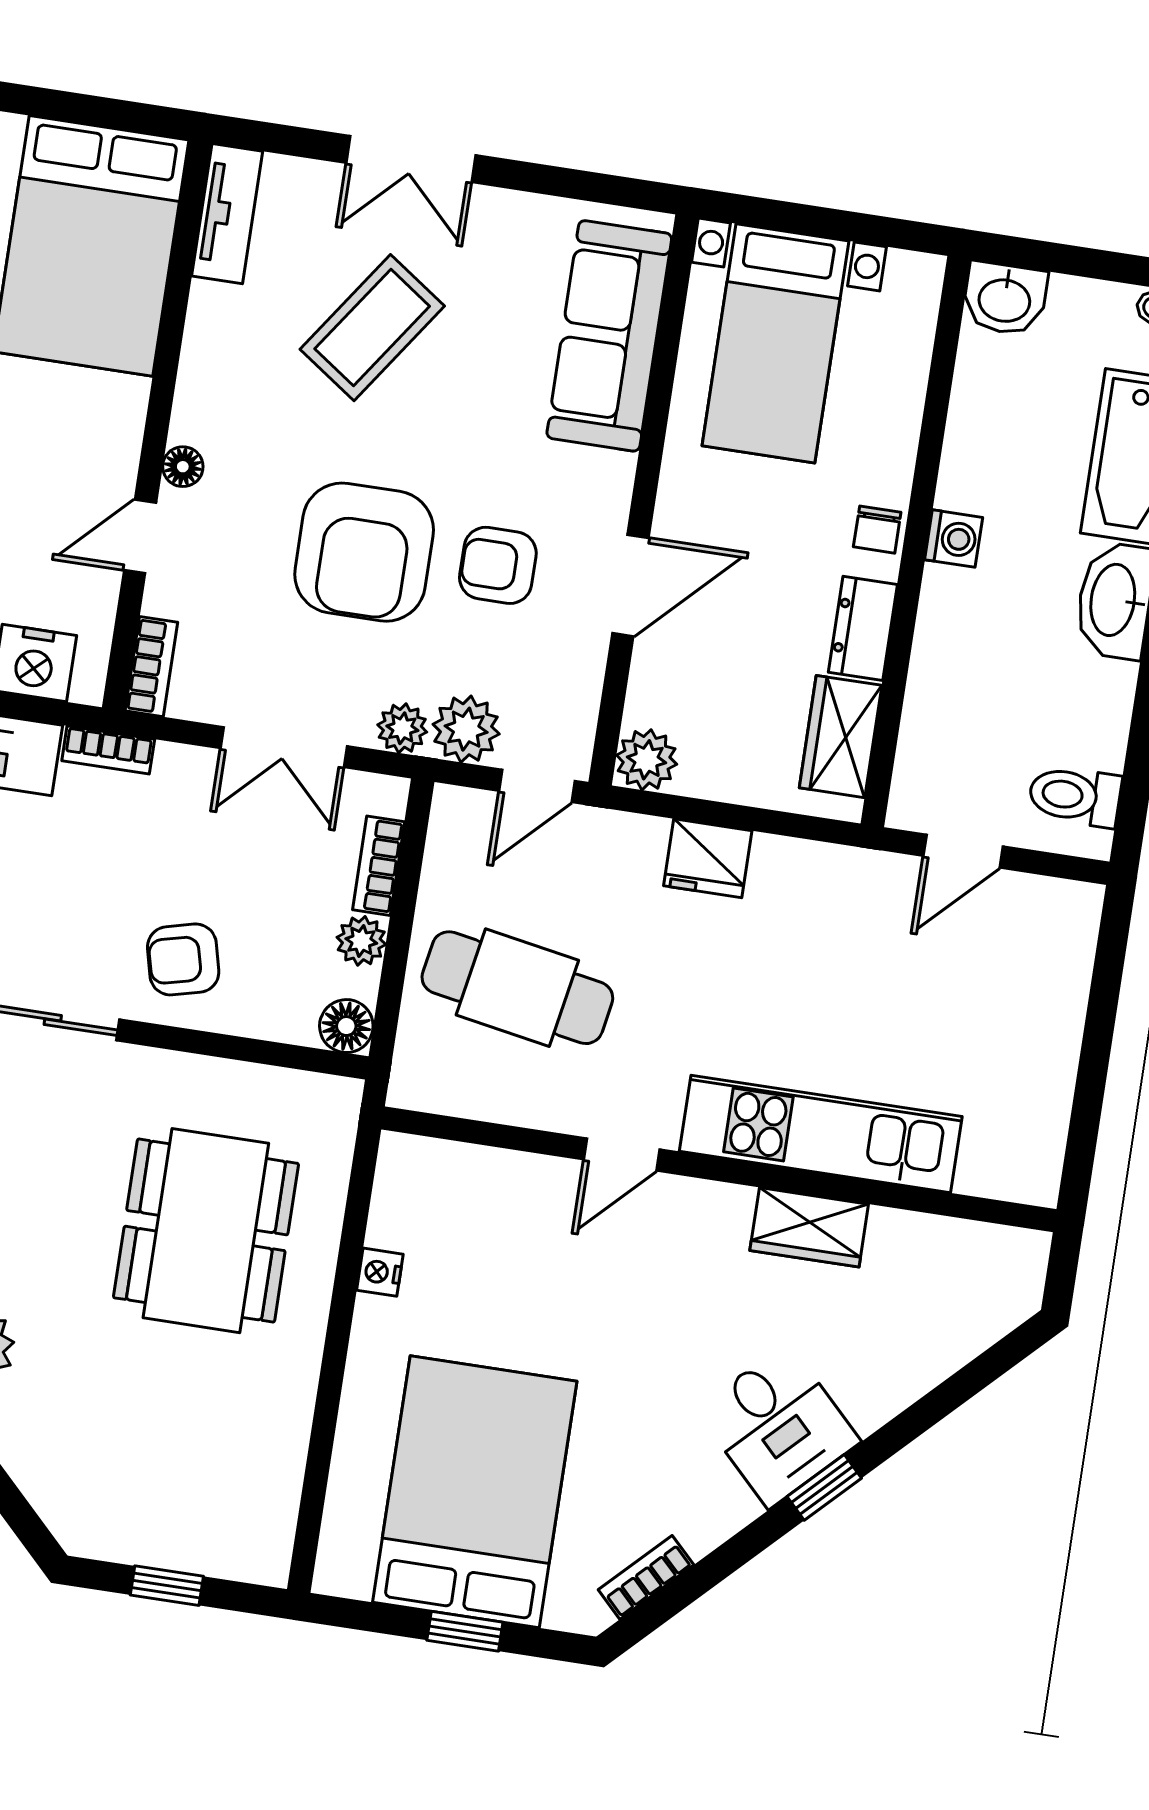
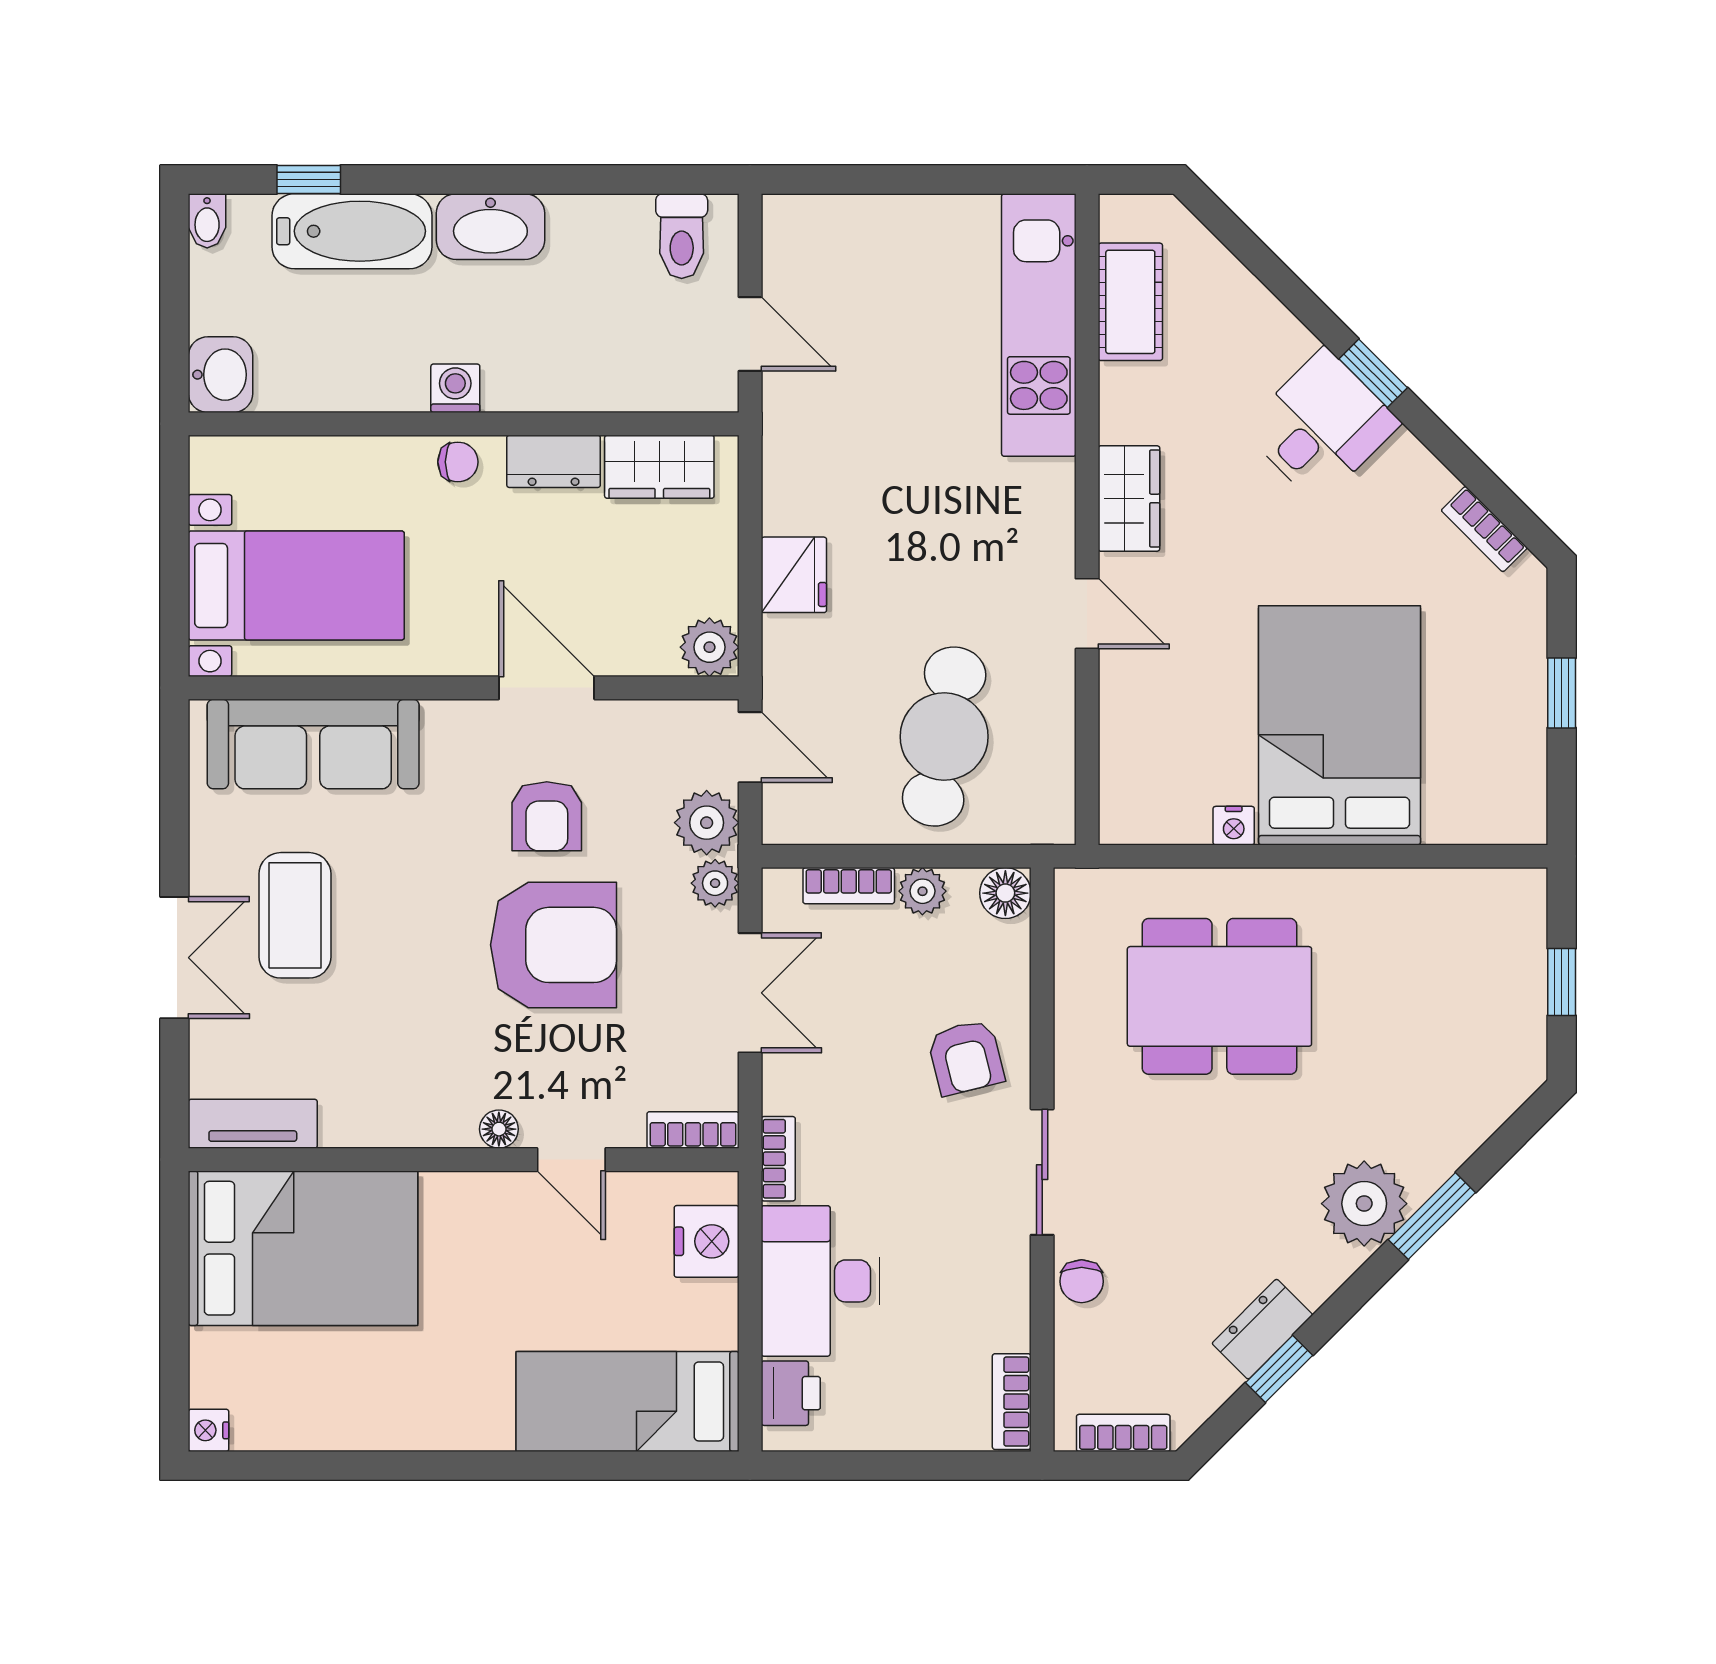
coffee table: (372, 328) -> (295, 915), moved, turned 55
kitchen unit: (821, 1134) -> (1039, 325), moved
wardrobe: (809, 1227) -> (1129, 498), moved
cot: (936, 1248) -> (1130, 302), added
bed: (475, 1492) -> (1339, 725), moved, turned 90

